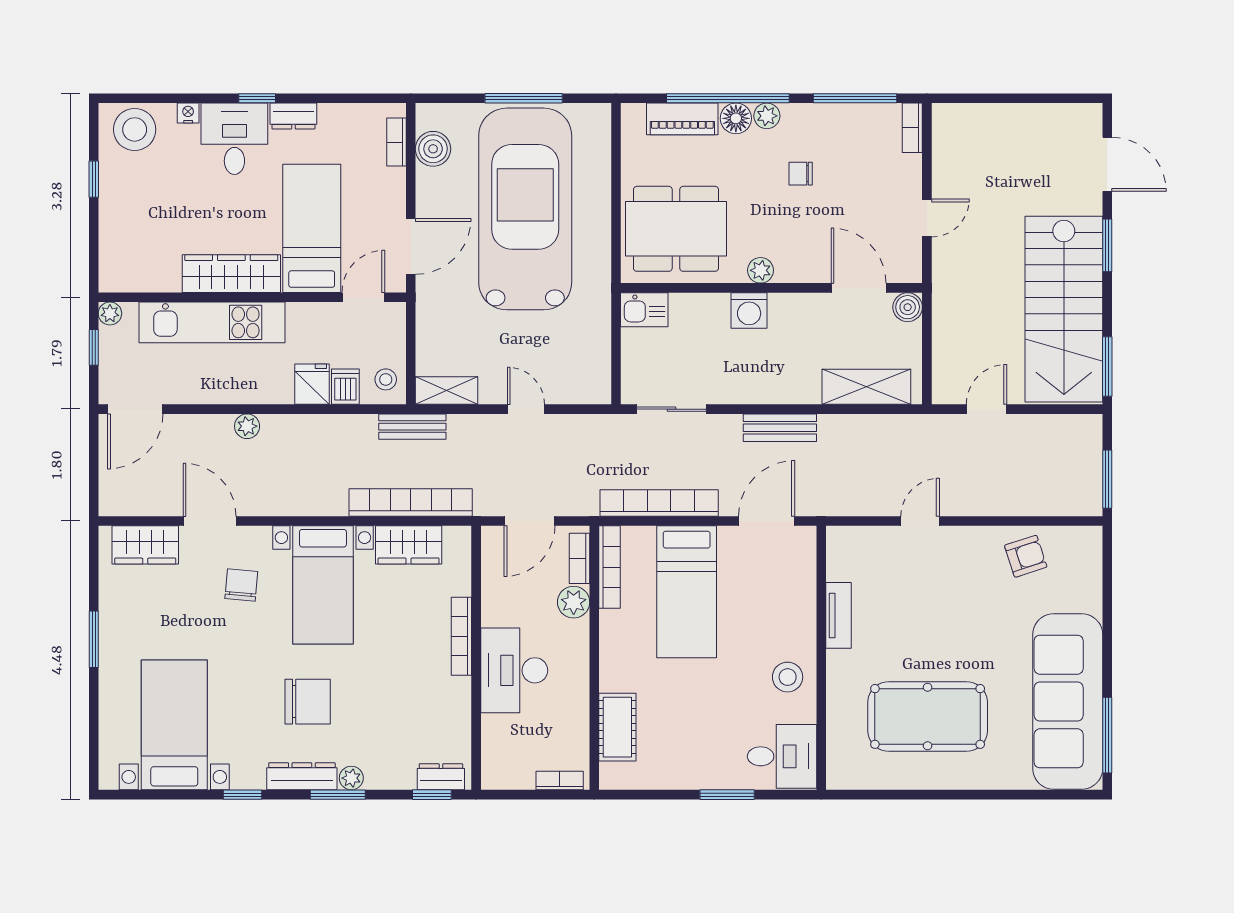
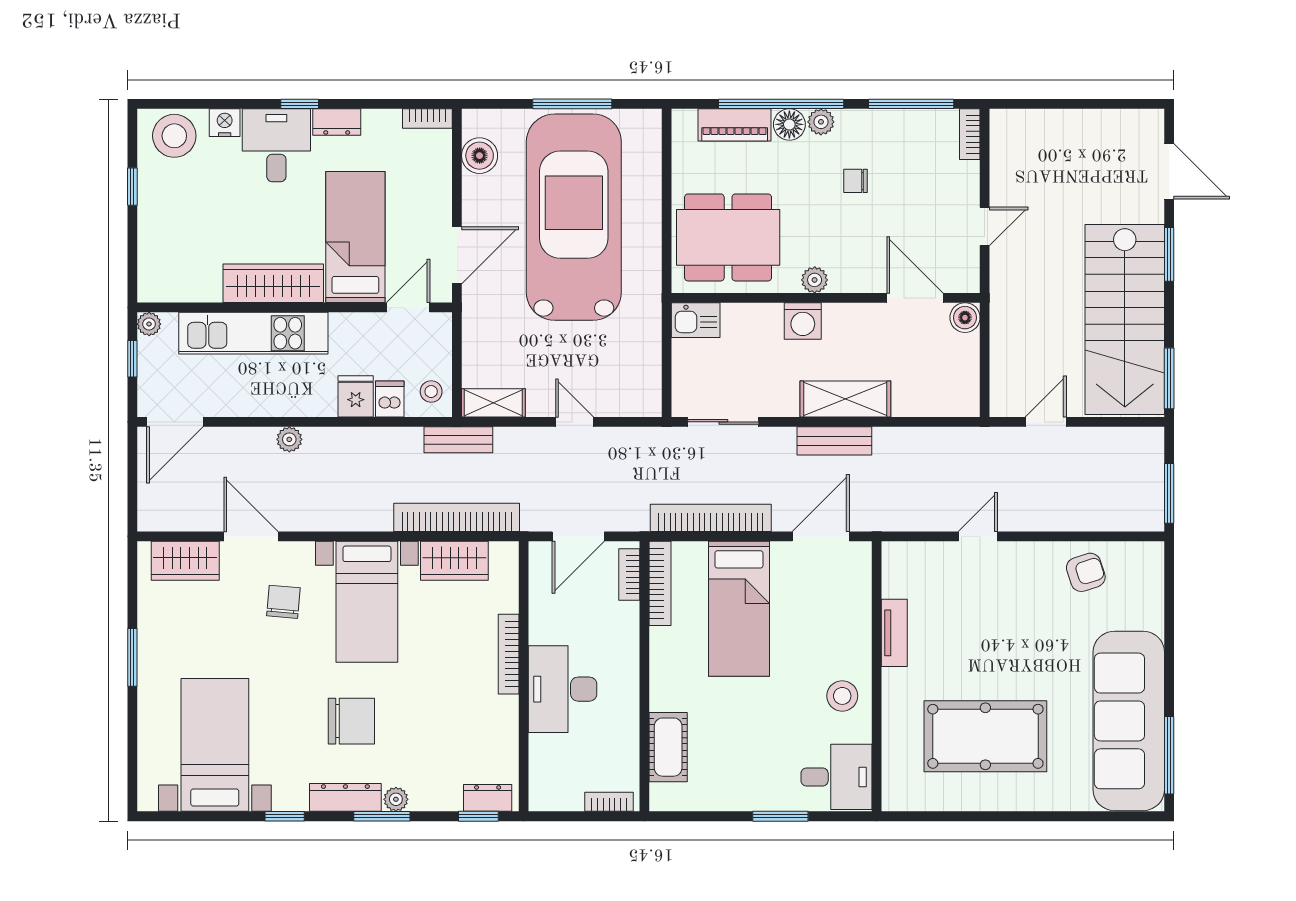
nightstand: (188, 113) -> (225, 123), width x1.39, depth x1.35
bookcase: (396, 142) -> (427, 119), moved, turned -90
shelving: (866, 387) -> (845, 399), moved
plant: (574, 602) -> (623, 619), removed

